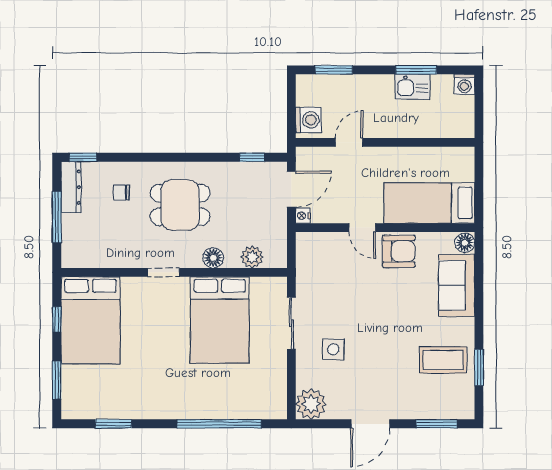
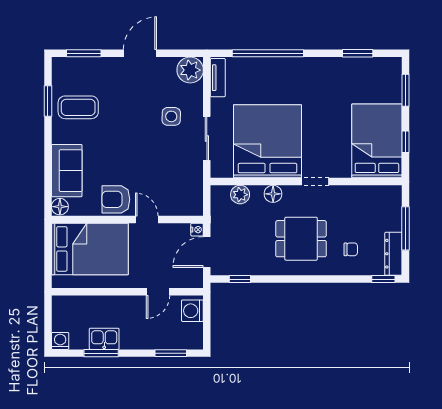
bed: (429, 203) -> (90, 249), width x1.50
bed: (220, 320) -> (268, 141), width x1.36
tv unit: (278, 395) -> (218, 78), added

